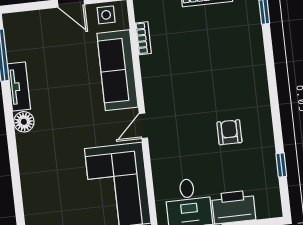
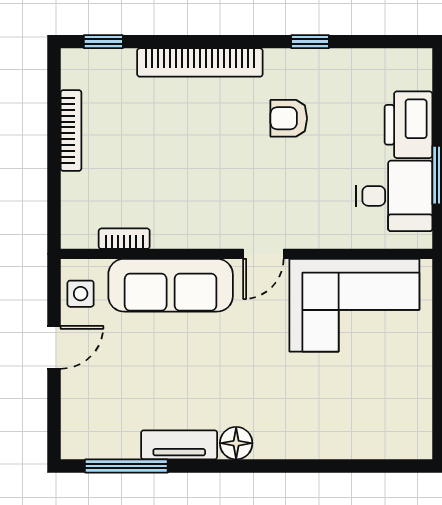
bookcase: (258, 73) -> (200, 62), added
door: (143, 126) -> (263, 254), hinge flipped
window: (281, 165) -> (310, 42), moved

